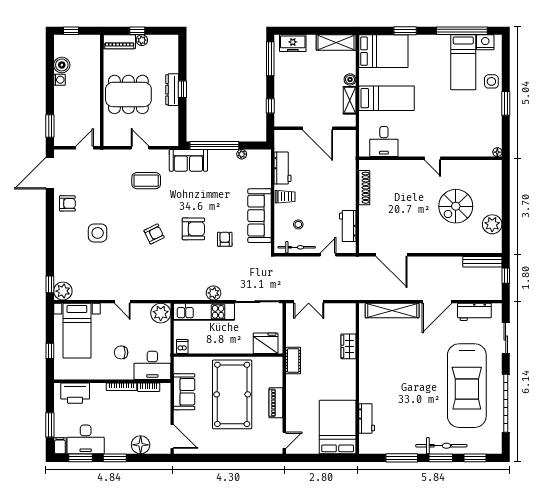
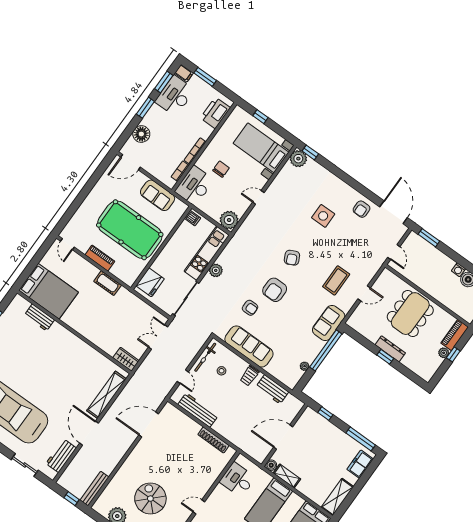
boiler: (350, 79) -> (271, 465), moved
workbench: (348, 226) -> (198, 410), width x1.38
wardrobe: (348, 346) -> (126, 359), moved
cot: (293, 361) -> (108, 283), moved

